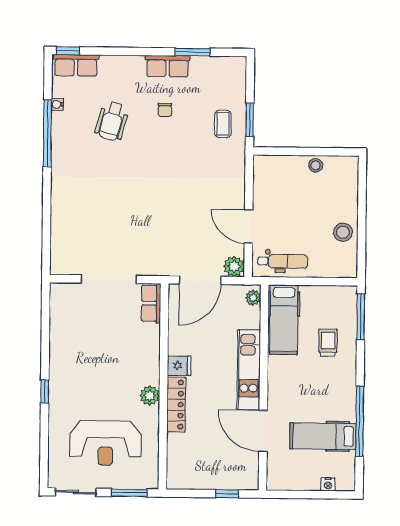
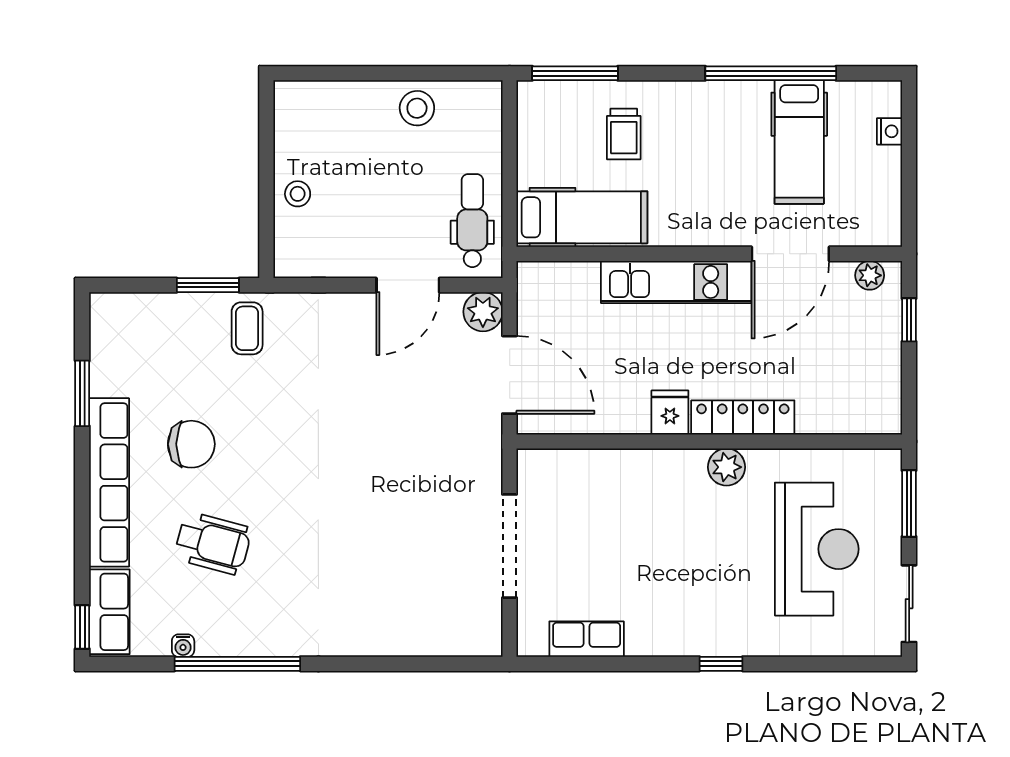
row of seats: (168, 66) -> (109, 482), width x2.02
chair: (165, 110) -> (191, 444), width x1.87, depth x1.87
coffee table: (223, 124) -> (247, 328), moved, turned 90
stool: (316, 165) -> (298, 194), moved
plant: (253, 298) -> (870, 275), moved
row of seats: (151, 303) -> (587, 639), moved, turned 180
trolley: (328, 343) -> (624, 134), turned -90

